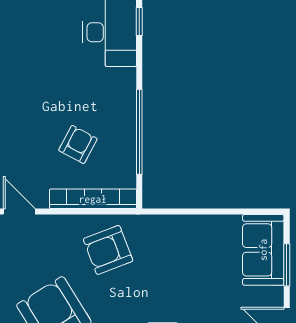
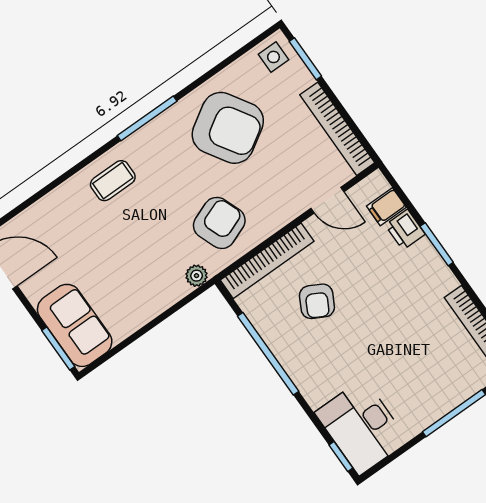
plant: (151, 224) -> (197, 276), added
window: (287, 265) -> (58, 349), moved

